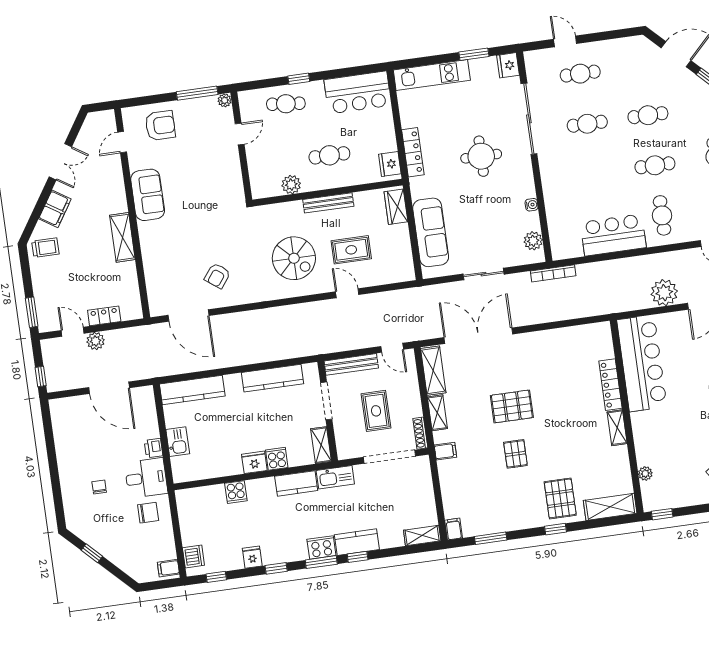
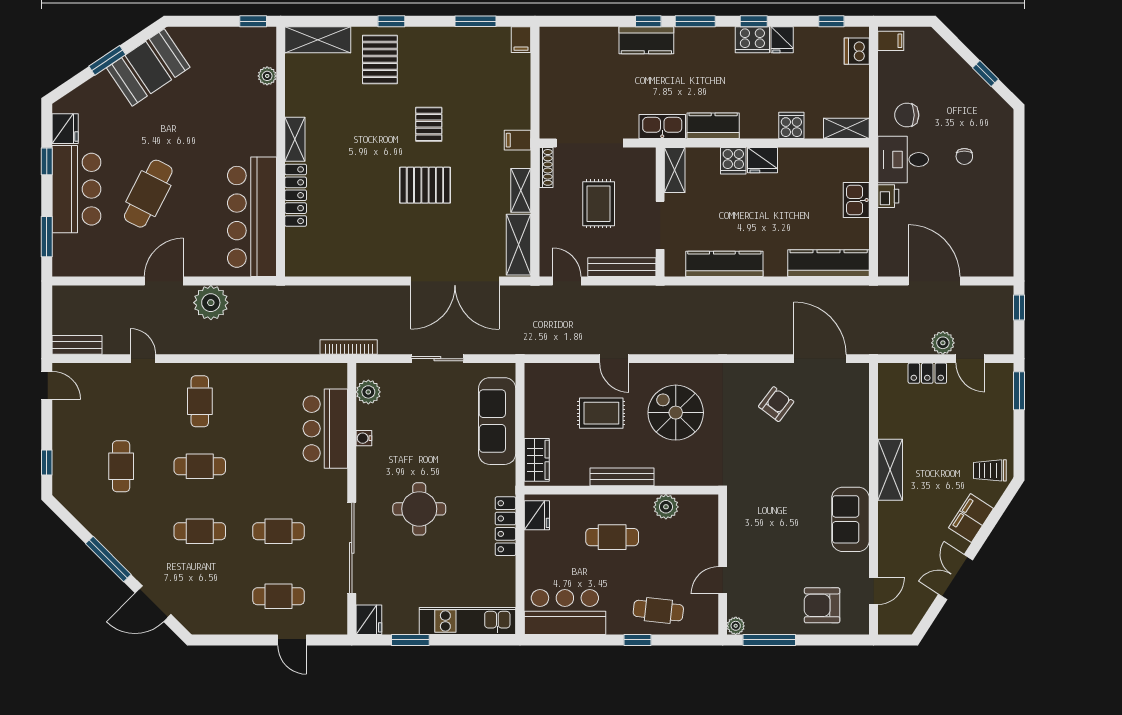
bar counter: (613, 235) -> (325, 429), moved, turned 90
shelving: (422, 536) -> (846, 128), moved
cooker: (321, 547) -> (752, 40), moved

